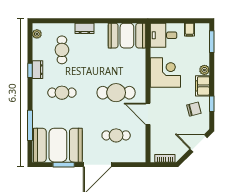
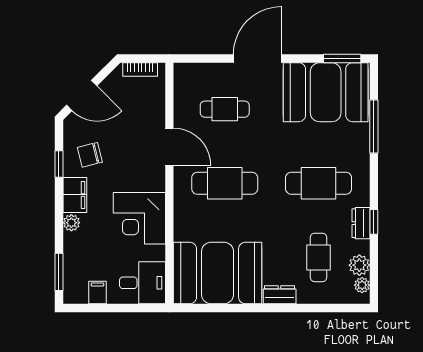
booth: (127, 36) -> (218, 273), width x1.36, depth x1.42
plant: (38, 45) -> (359, 265), added
cafe table: (62, 93) -> (319, 183), width x1.37, depth x1.35
window: (64, 165) -> (342, 59), moved

